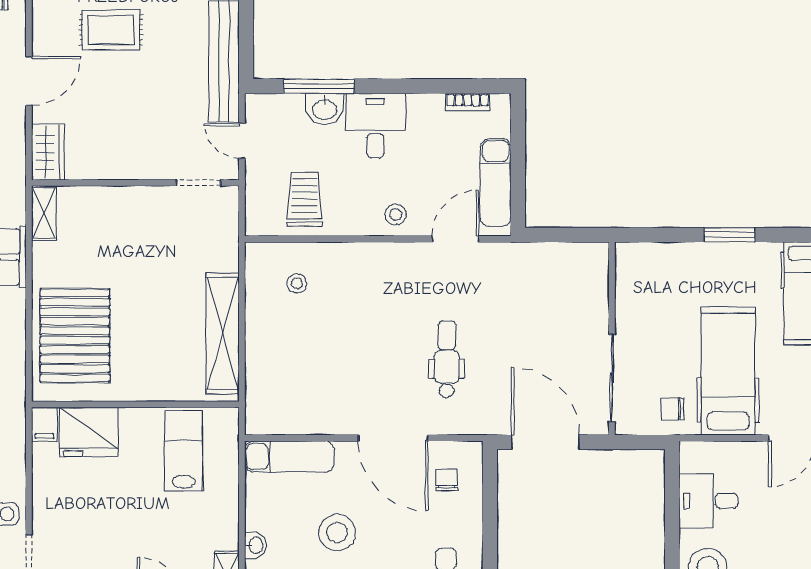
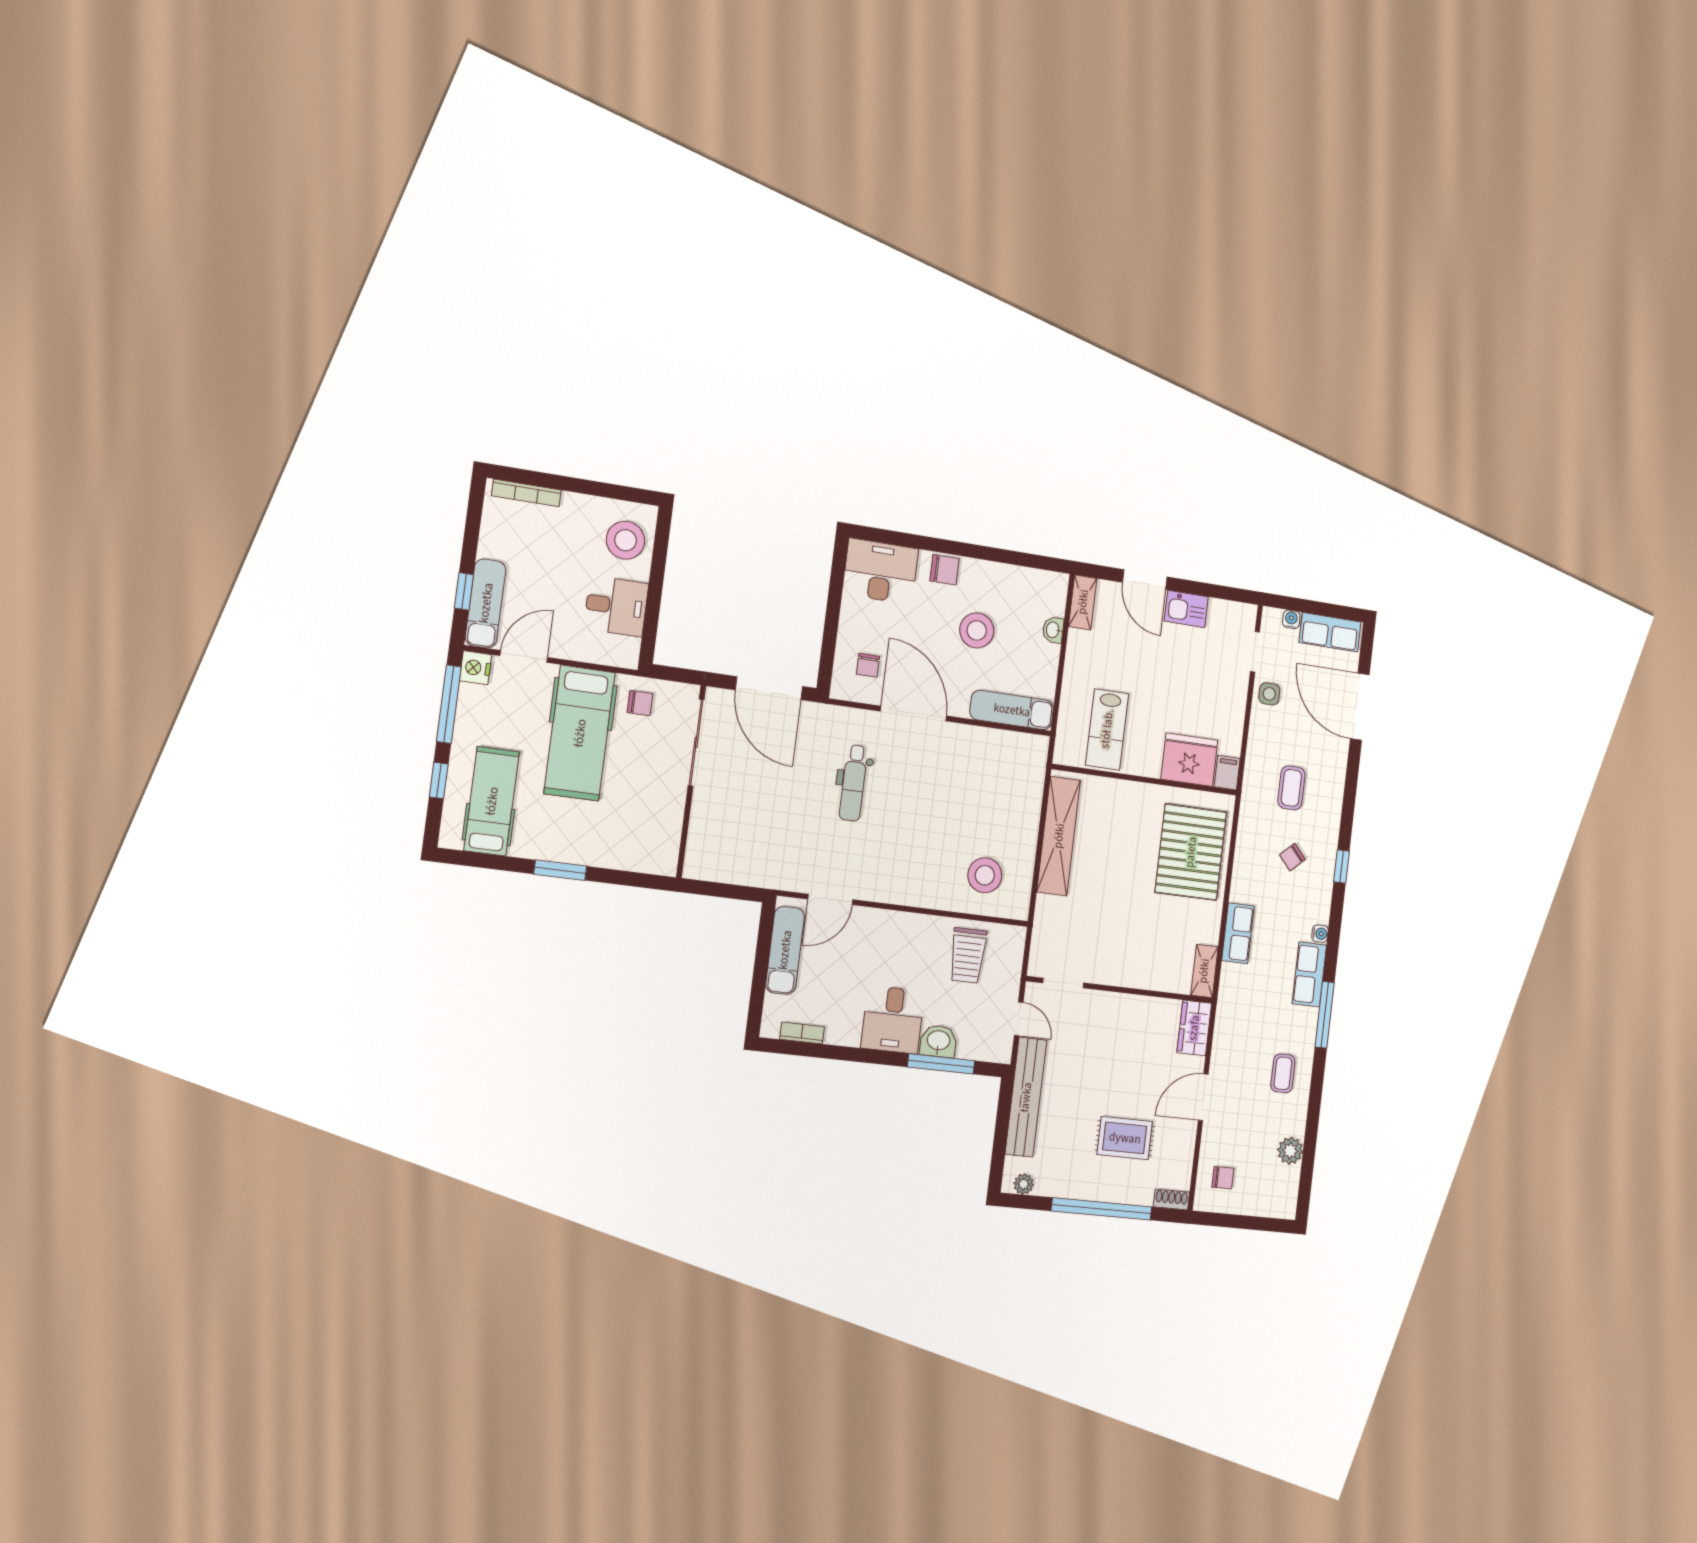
stool: (396, 214) -> (884, 930), removed
stool: (297, 283) -> (985, 875), width x1.89, depth x1.89

